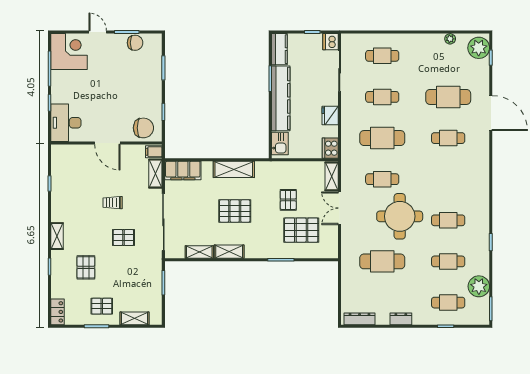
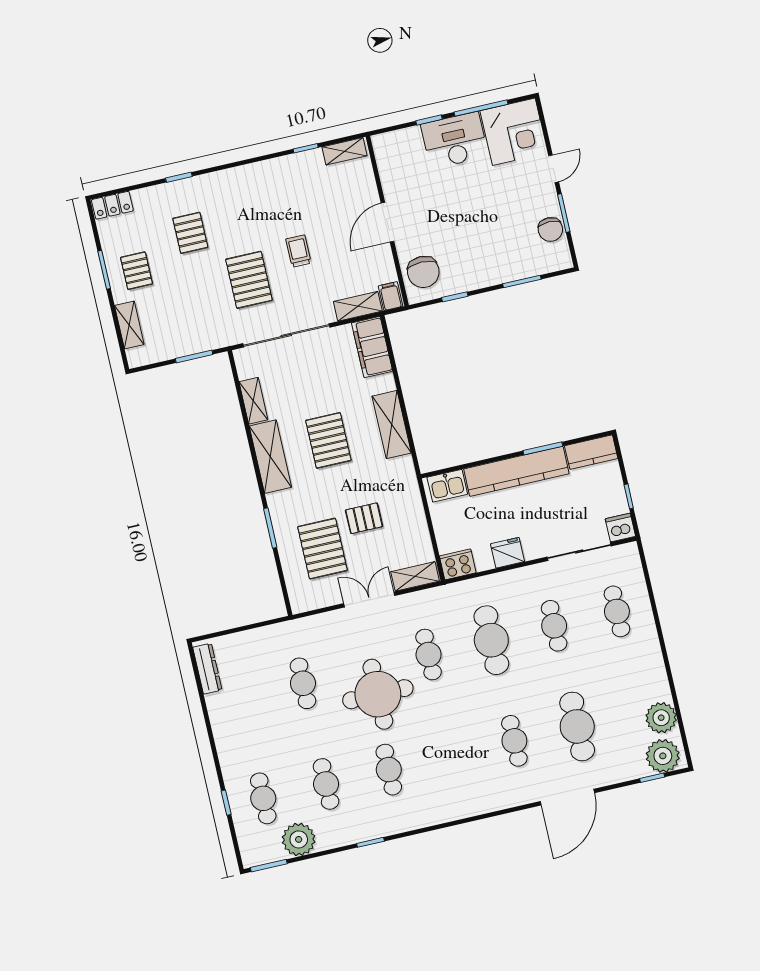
plant: (450, 39) -> (661, 718), width x1.88, depth x1.88
desk: (66, 123) -> (454, 140), moved
shelving: (57, 236) -> (344, 151), moved
pallet: (123, 238) -> (249, 280), width x1.50, depth x1.42
shelving: (229, 252) -> (270, 457), width x1.50, depth x1.33
cafe table: (382, 261) -> (303, 683), width x0.73, depth x0.74
pallet: (86, 267) -> (190, 233), turned 90
dresser: (401, 319) -> (222, 732), removed

